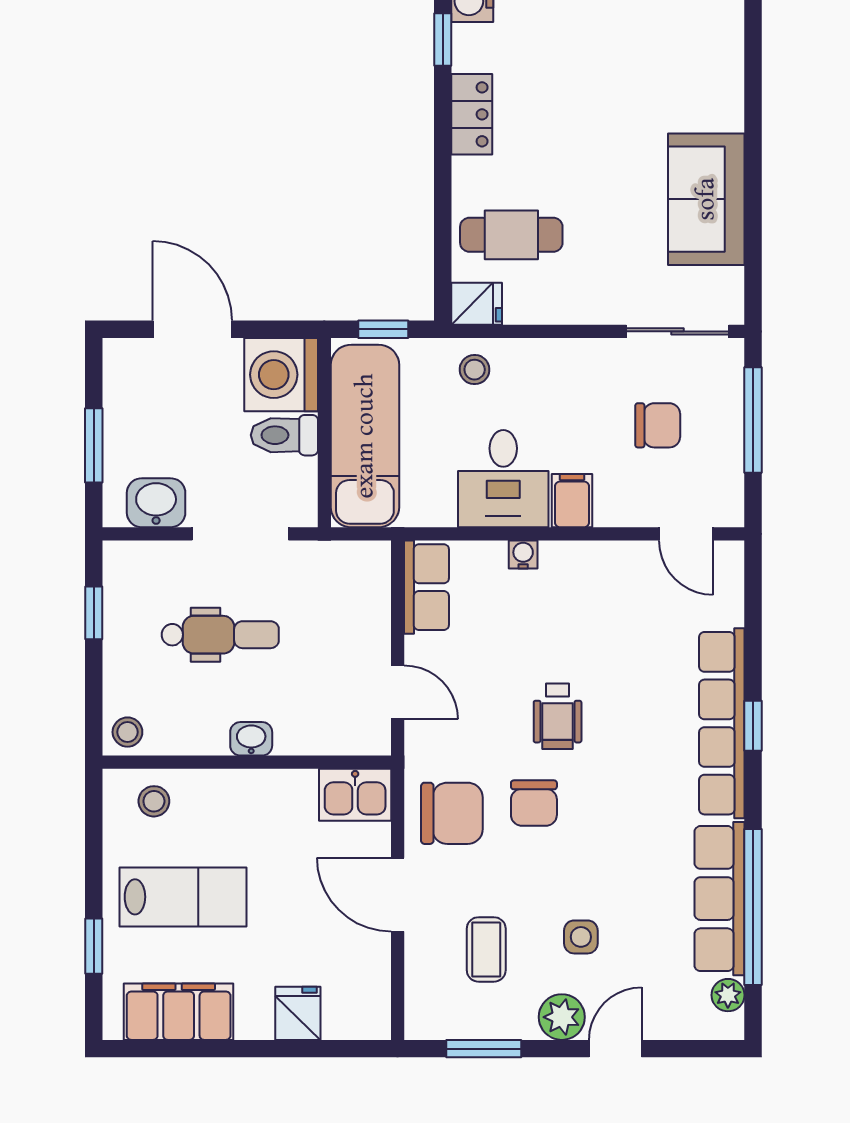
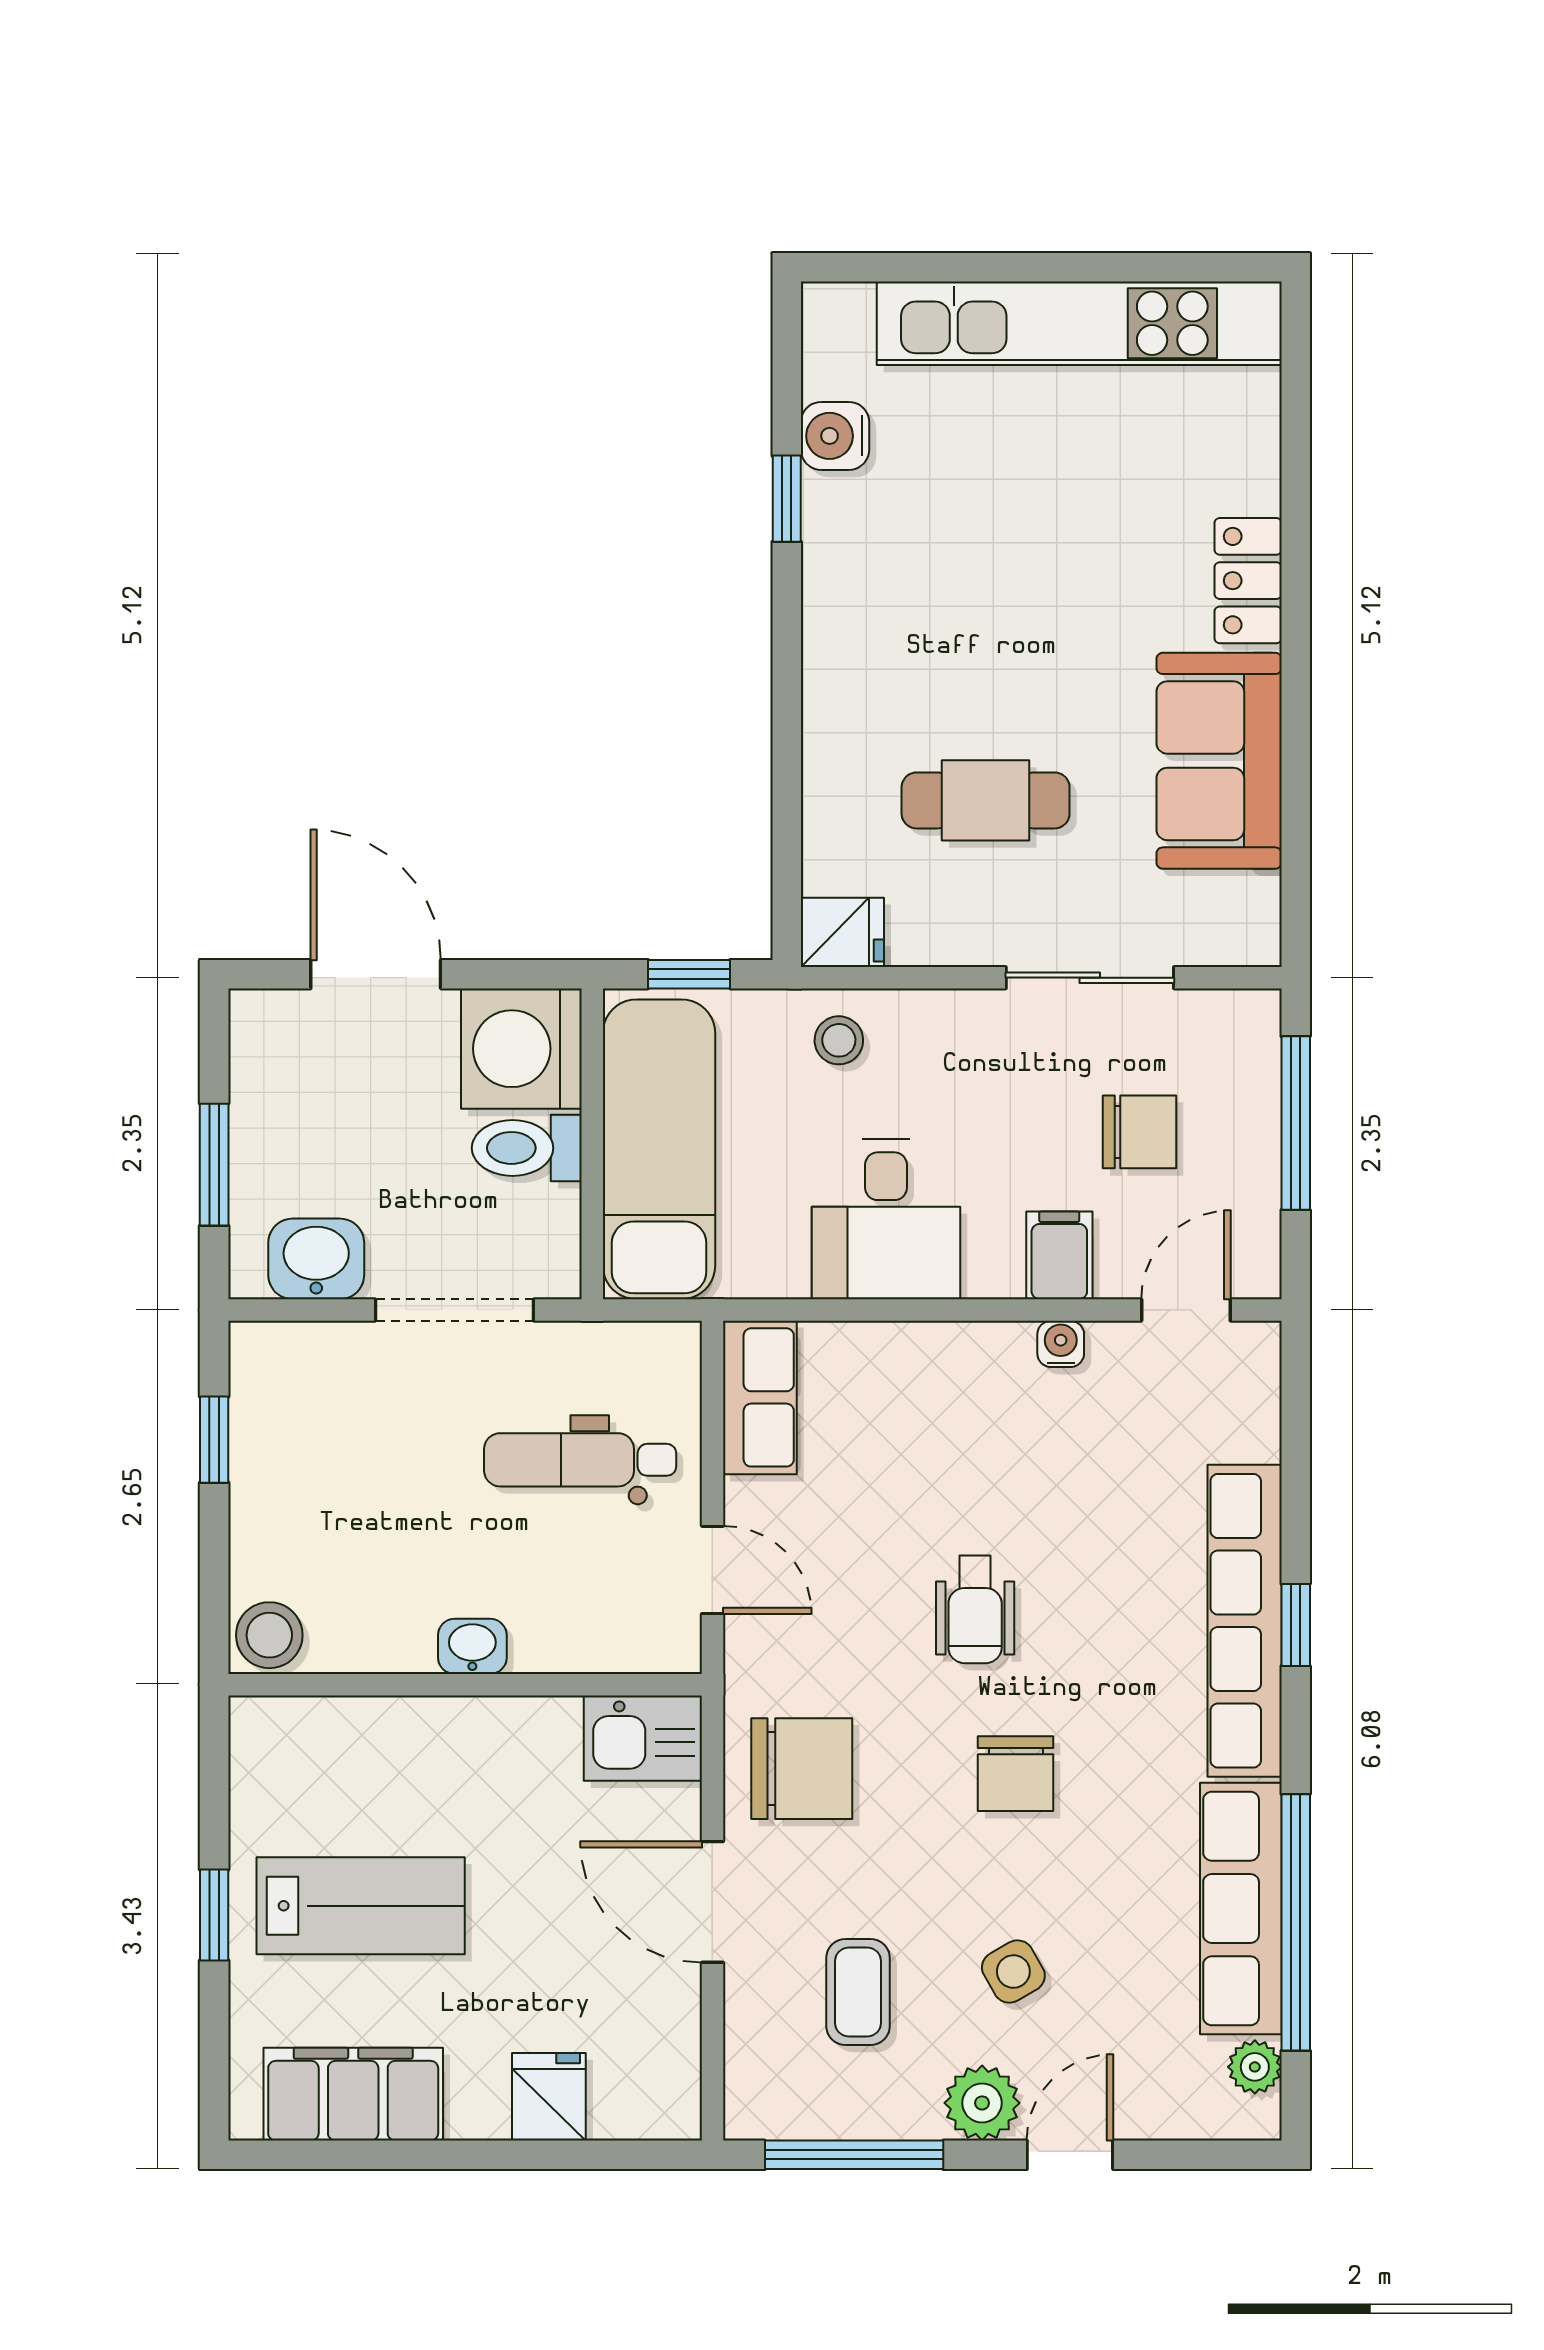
locker: (472, 114) -> (1248, 581), moved, turned 180
cafe table: (511, 235) -> (986, 800), moved
sliding door: (677, 331) -> (1090, 978), moved
filing cabinet: (572, 501) -> (1059, 1255), moved
door: (686, 534) -> (1186, 1310), swing flipped
water cooler: (523, 555) -> (1061, 1344), moved
dental chair: (220, 635) -> (580, 1460), moved, turned 180
stool: (127, 732) -> (269, 1635), width x1.37, depth x1.37
stool: (154, 801) -> (313, 1749), removed
chair: (534, 803) -> (1016, 1774), moved
side table: (581, 937) -> (1013, 1972), turned -30
window: (94, 946) -> (214, 1915), moved
window: (484, 1049) -> (854, 2155), width x1.44

